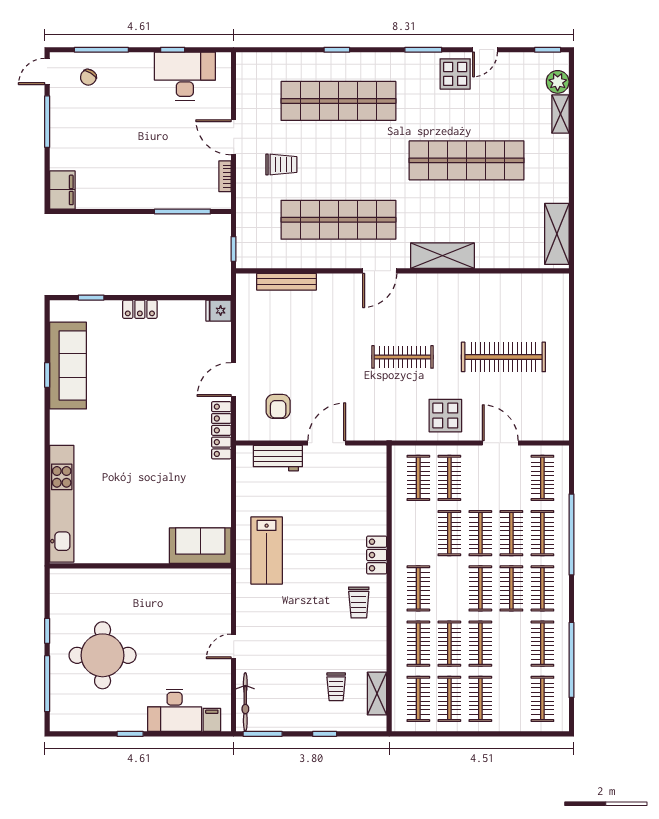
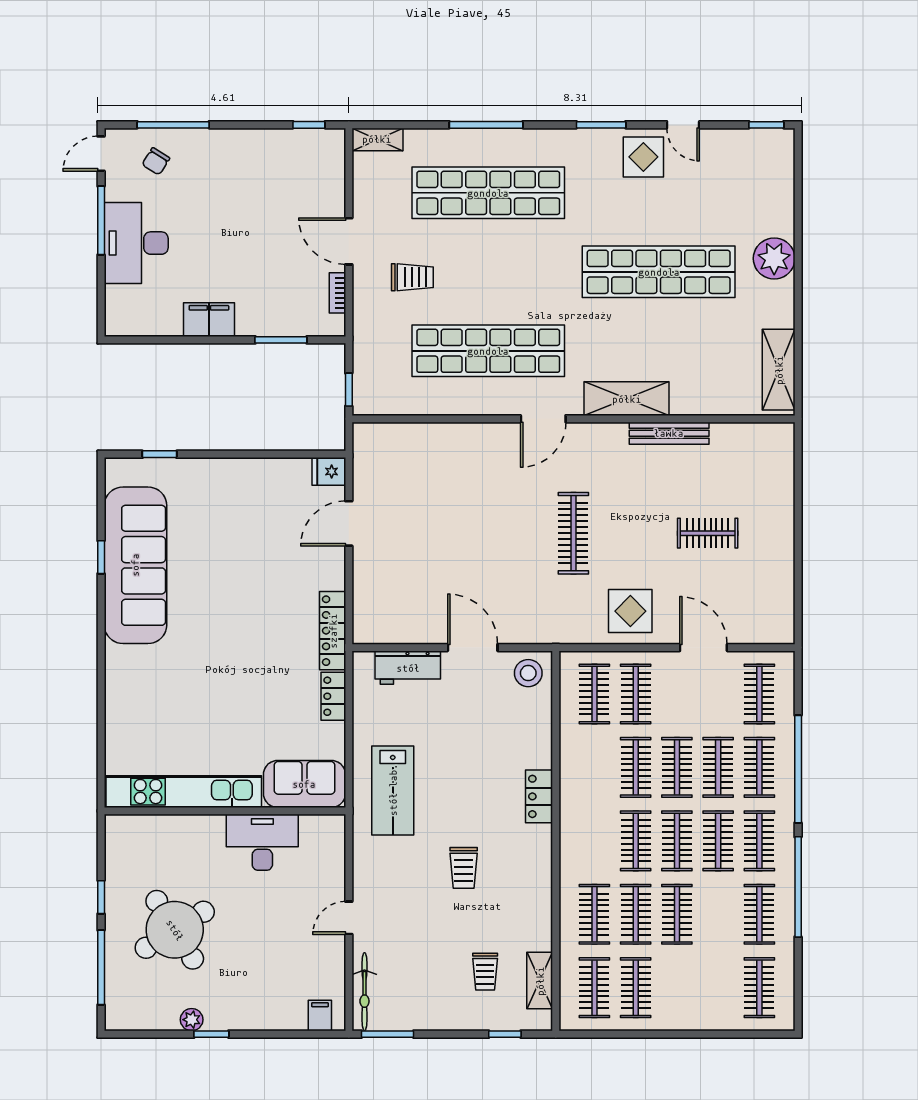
window: (173, 50) -> (309, 125), moved
window: (337, 50) -> (486, 125), width x2.17
door: (485, 50) -> (683, 125), hinge flipped
desk: (185, 76) -> (136, 243), moved, turned -90
plant: (558, 82) -> (774, 258), moved, width x1.36, depth x1.36
shelving: (560, 114) -> (377, 139), moved, turned 90
filing cabinet: (62, 190) -> (209, 320), moved, turned -90
window: (182, 212) -> (281, 340), width x0.69
bench: (286, 282) -> (669, 433), moved
locker: (140, 309) -> (333, 696), moved, turned 90
clothes rail: (403, 357) -> (573, 533), turned 90
clothes rail: (503, 357) -> (708, 533), width x0.54, depth x0.76
sofa: (68, 366) -> (135, 565), width x1.36, depth x1.27
door: (234, 379) -> (349, 523), moved
armchair: (278, 406) -> (408, 599), removed
door: (327, 443) -> (473, 648), hinge flipped
stool: (369, 462) -> (528, 673), added
kitchen unit: (62, 504) -> (184, 792), moved, turned -90
clothes rail: (418, 588) -> (636, 841), moved
trolley: (359, 603) -> (464, 868), moved
round table: (103, 655) -> (175, 930), turned -32
window: (571, 660) -> (798, 887), moved
clothes rail: (480, 699) -> (677, 988), removed
desk: (175, 710) -> (262, 842), moved, turned 180
plant: (115, 723) -> (192, 1020), added
window: (325, 734) -> (505, 1034), moved

